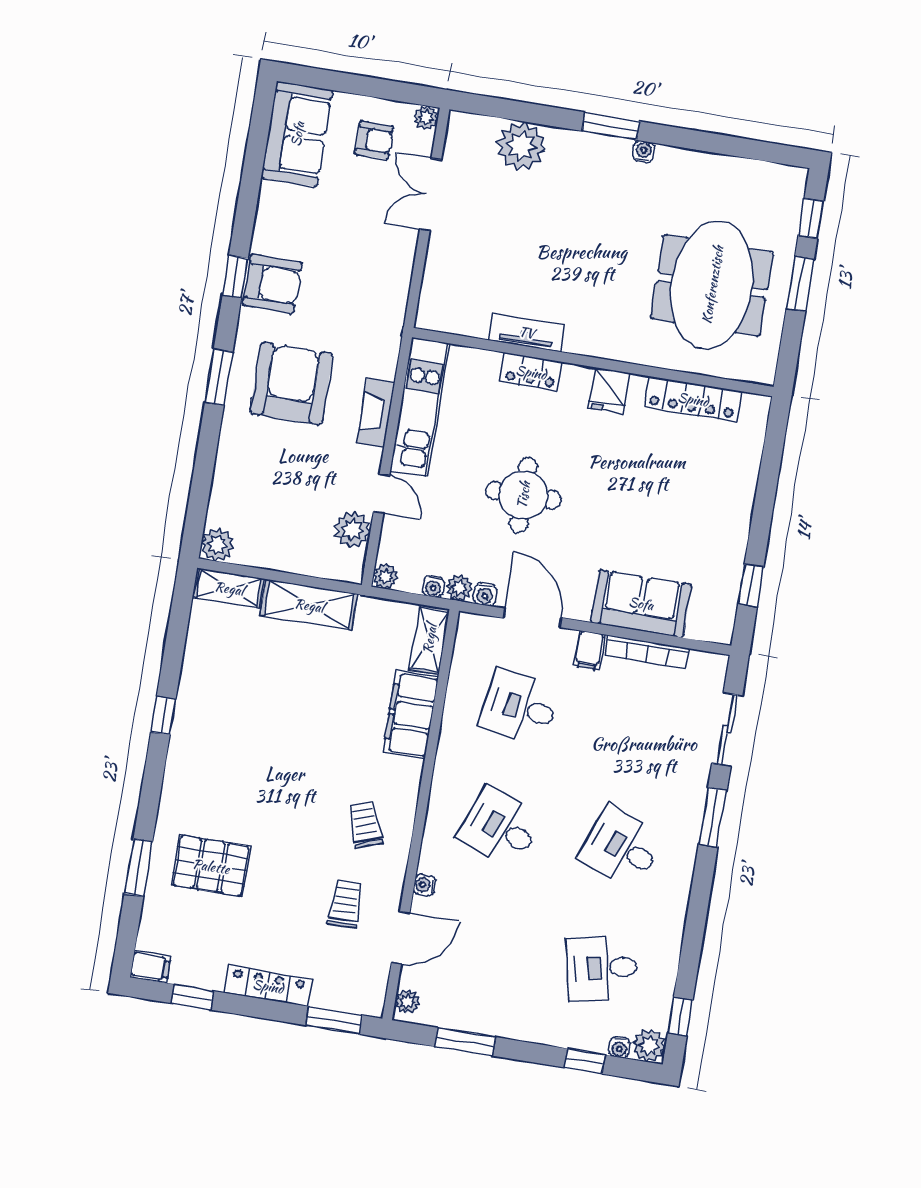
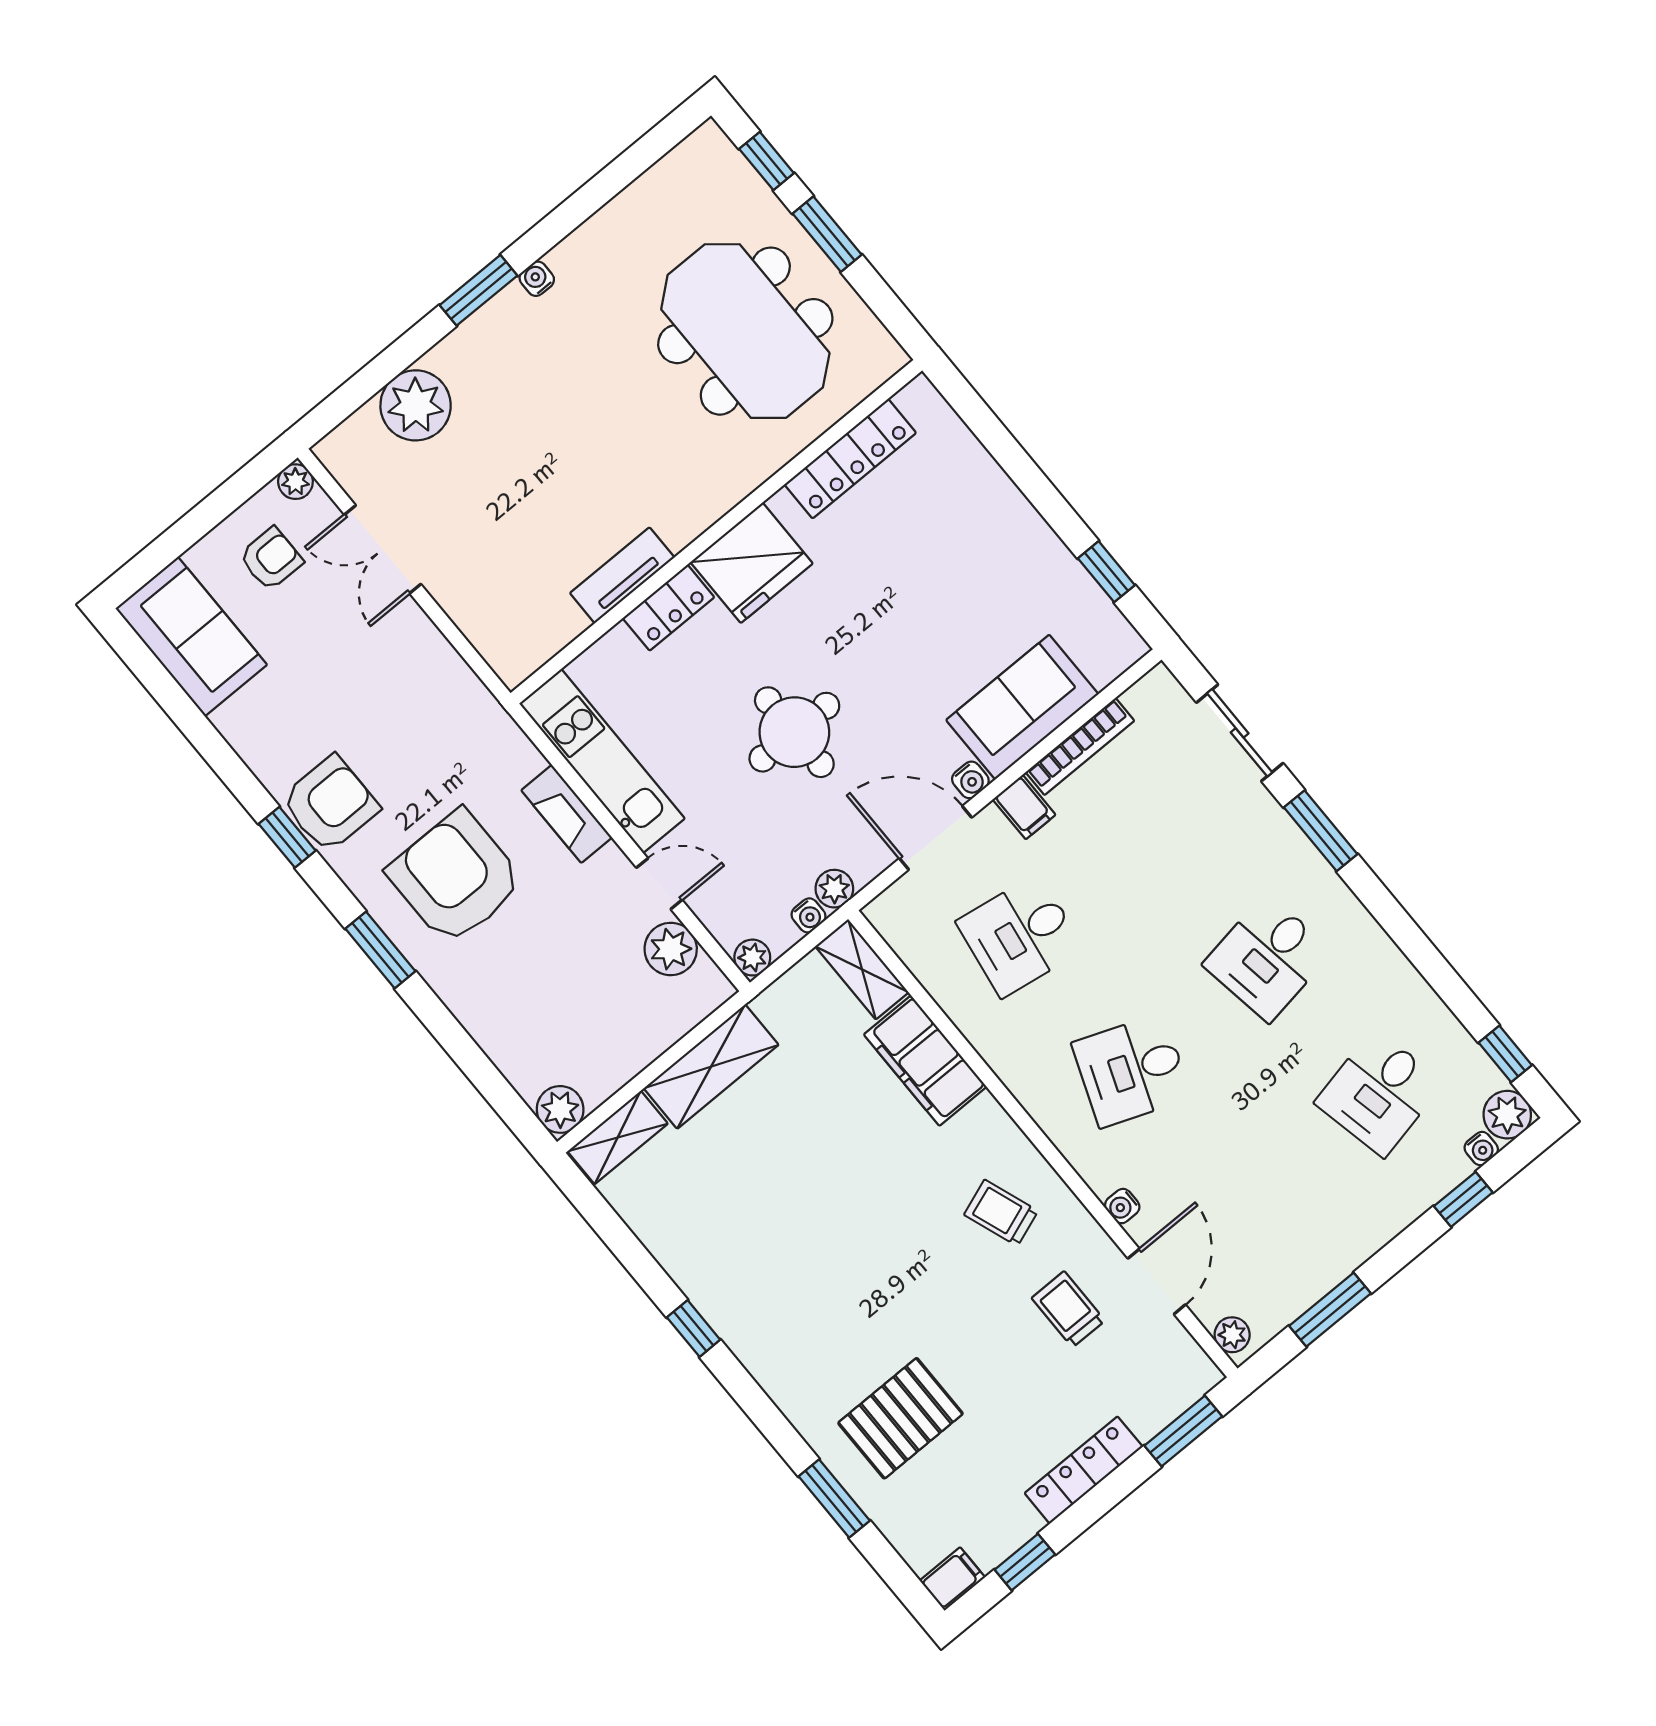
fridge: (609, 390) -> (752, 563), width x1.88, depth x1.34
water cooler: (485, 594) -> (970, 780), moved
desk: (622, 848) -> (1268, 958), turned -30

